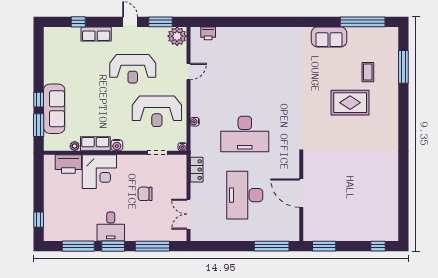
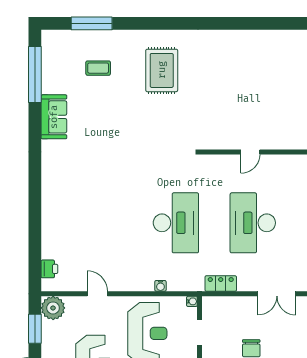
rug: (350, 103) -> (162, 70), moved
door: (301, 193) -> (250, 152), width x0.53
desk: (245, 195) -> (253, 223), turned 90

